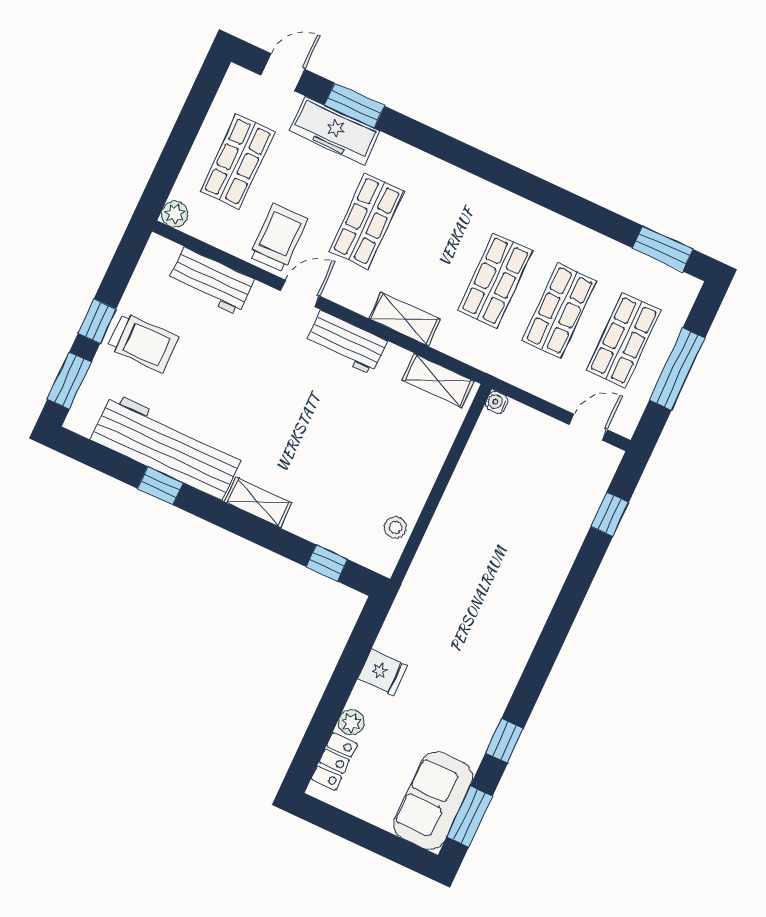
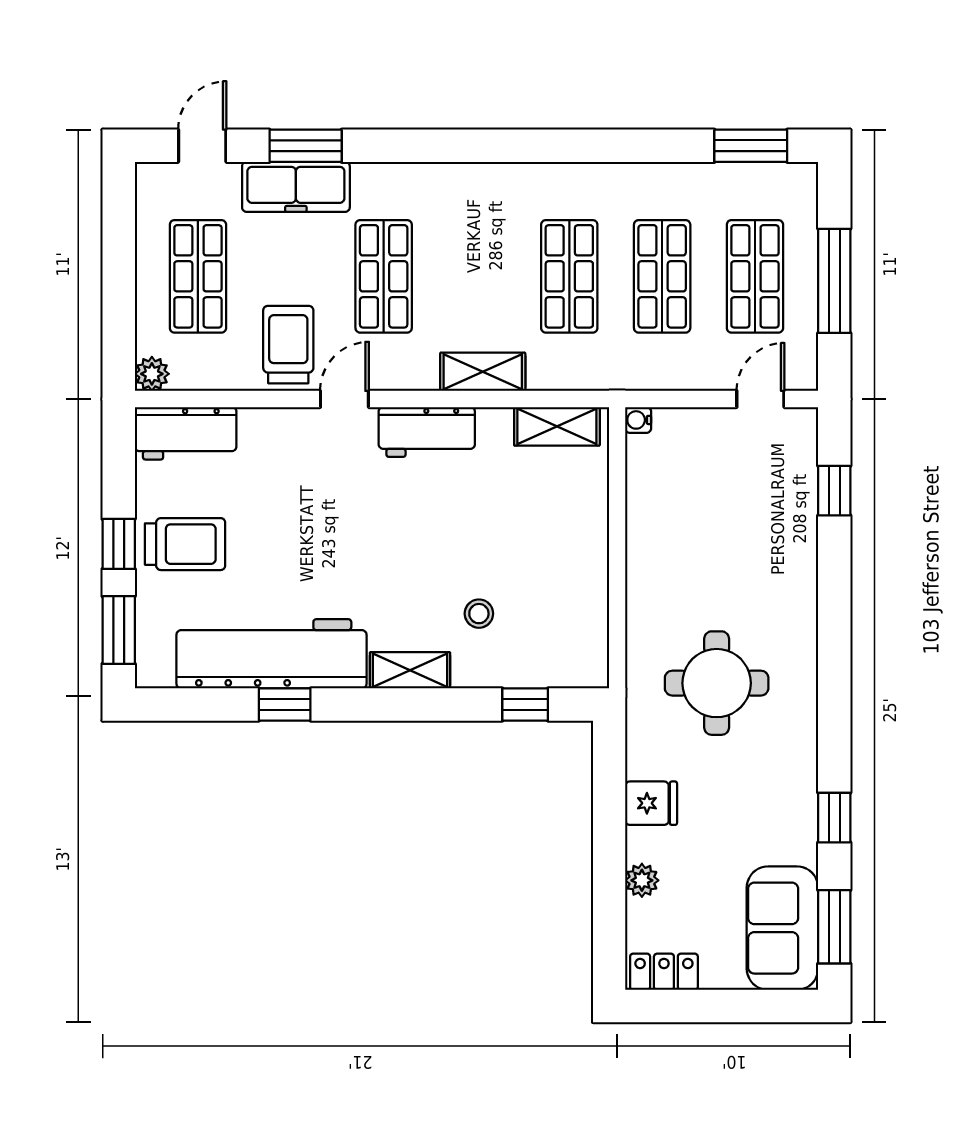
workbench: (211, 281) -> (186, 433), moved
stool: (395, 527) -> (479, 614), moved
round table: (466, 610) -> (717, 683), added
locker: (334, 761) -> (664, 972), moved, turned -90

